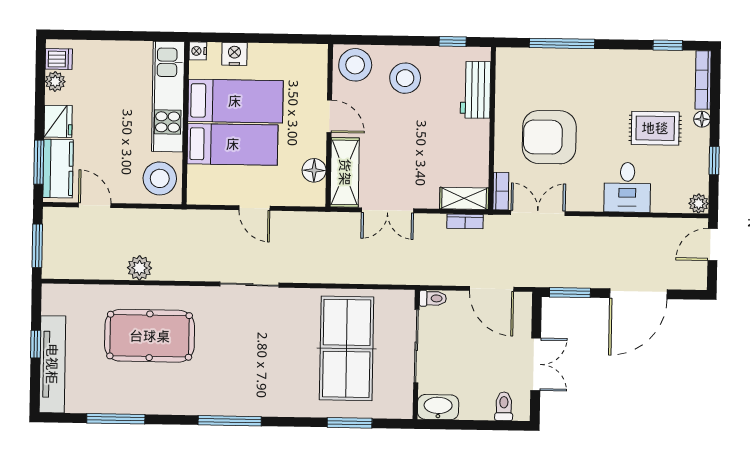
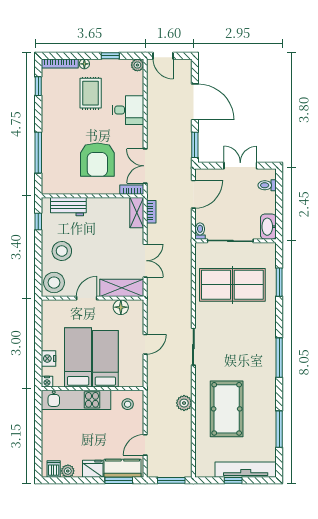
stool: (160, 178) -> (128, 404), width x0.53, depth x0.53
plant: (140, 268) -> (184, 403), moved

